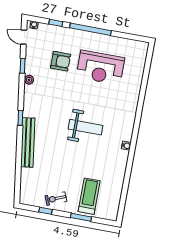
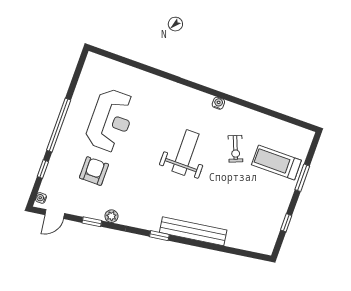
exercise bike: (56, 199) -> (235, 149), moved

